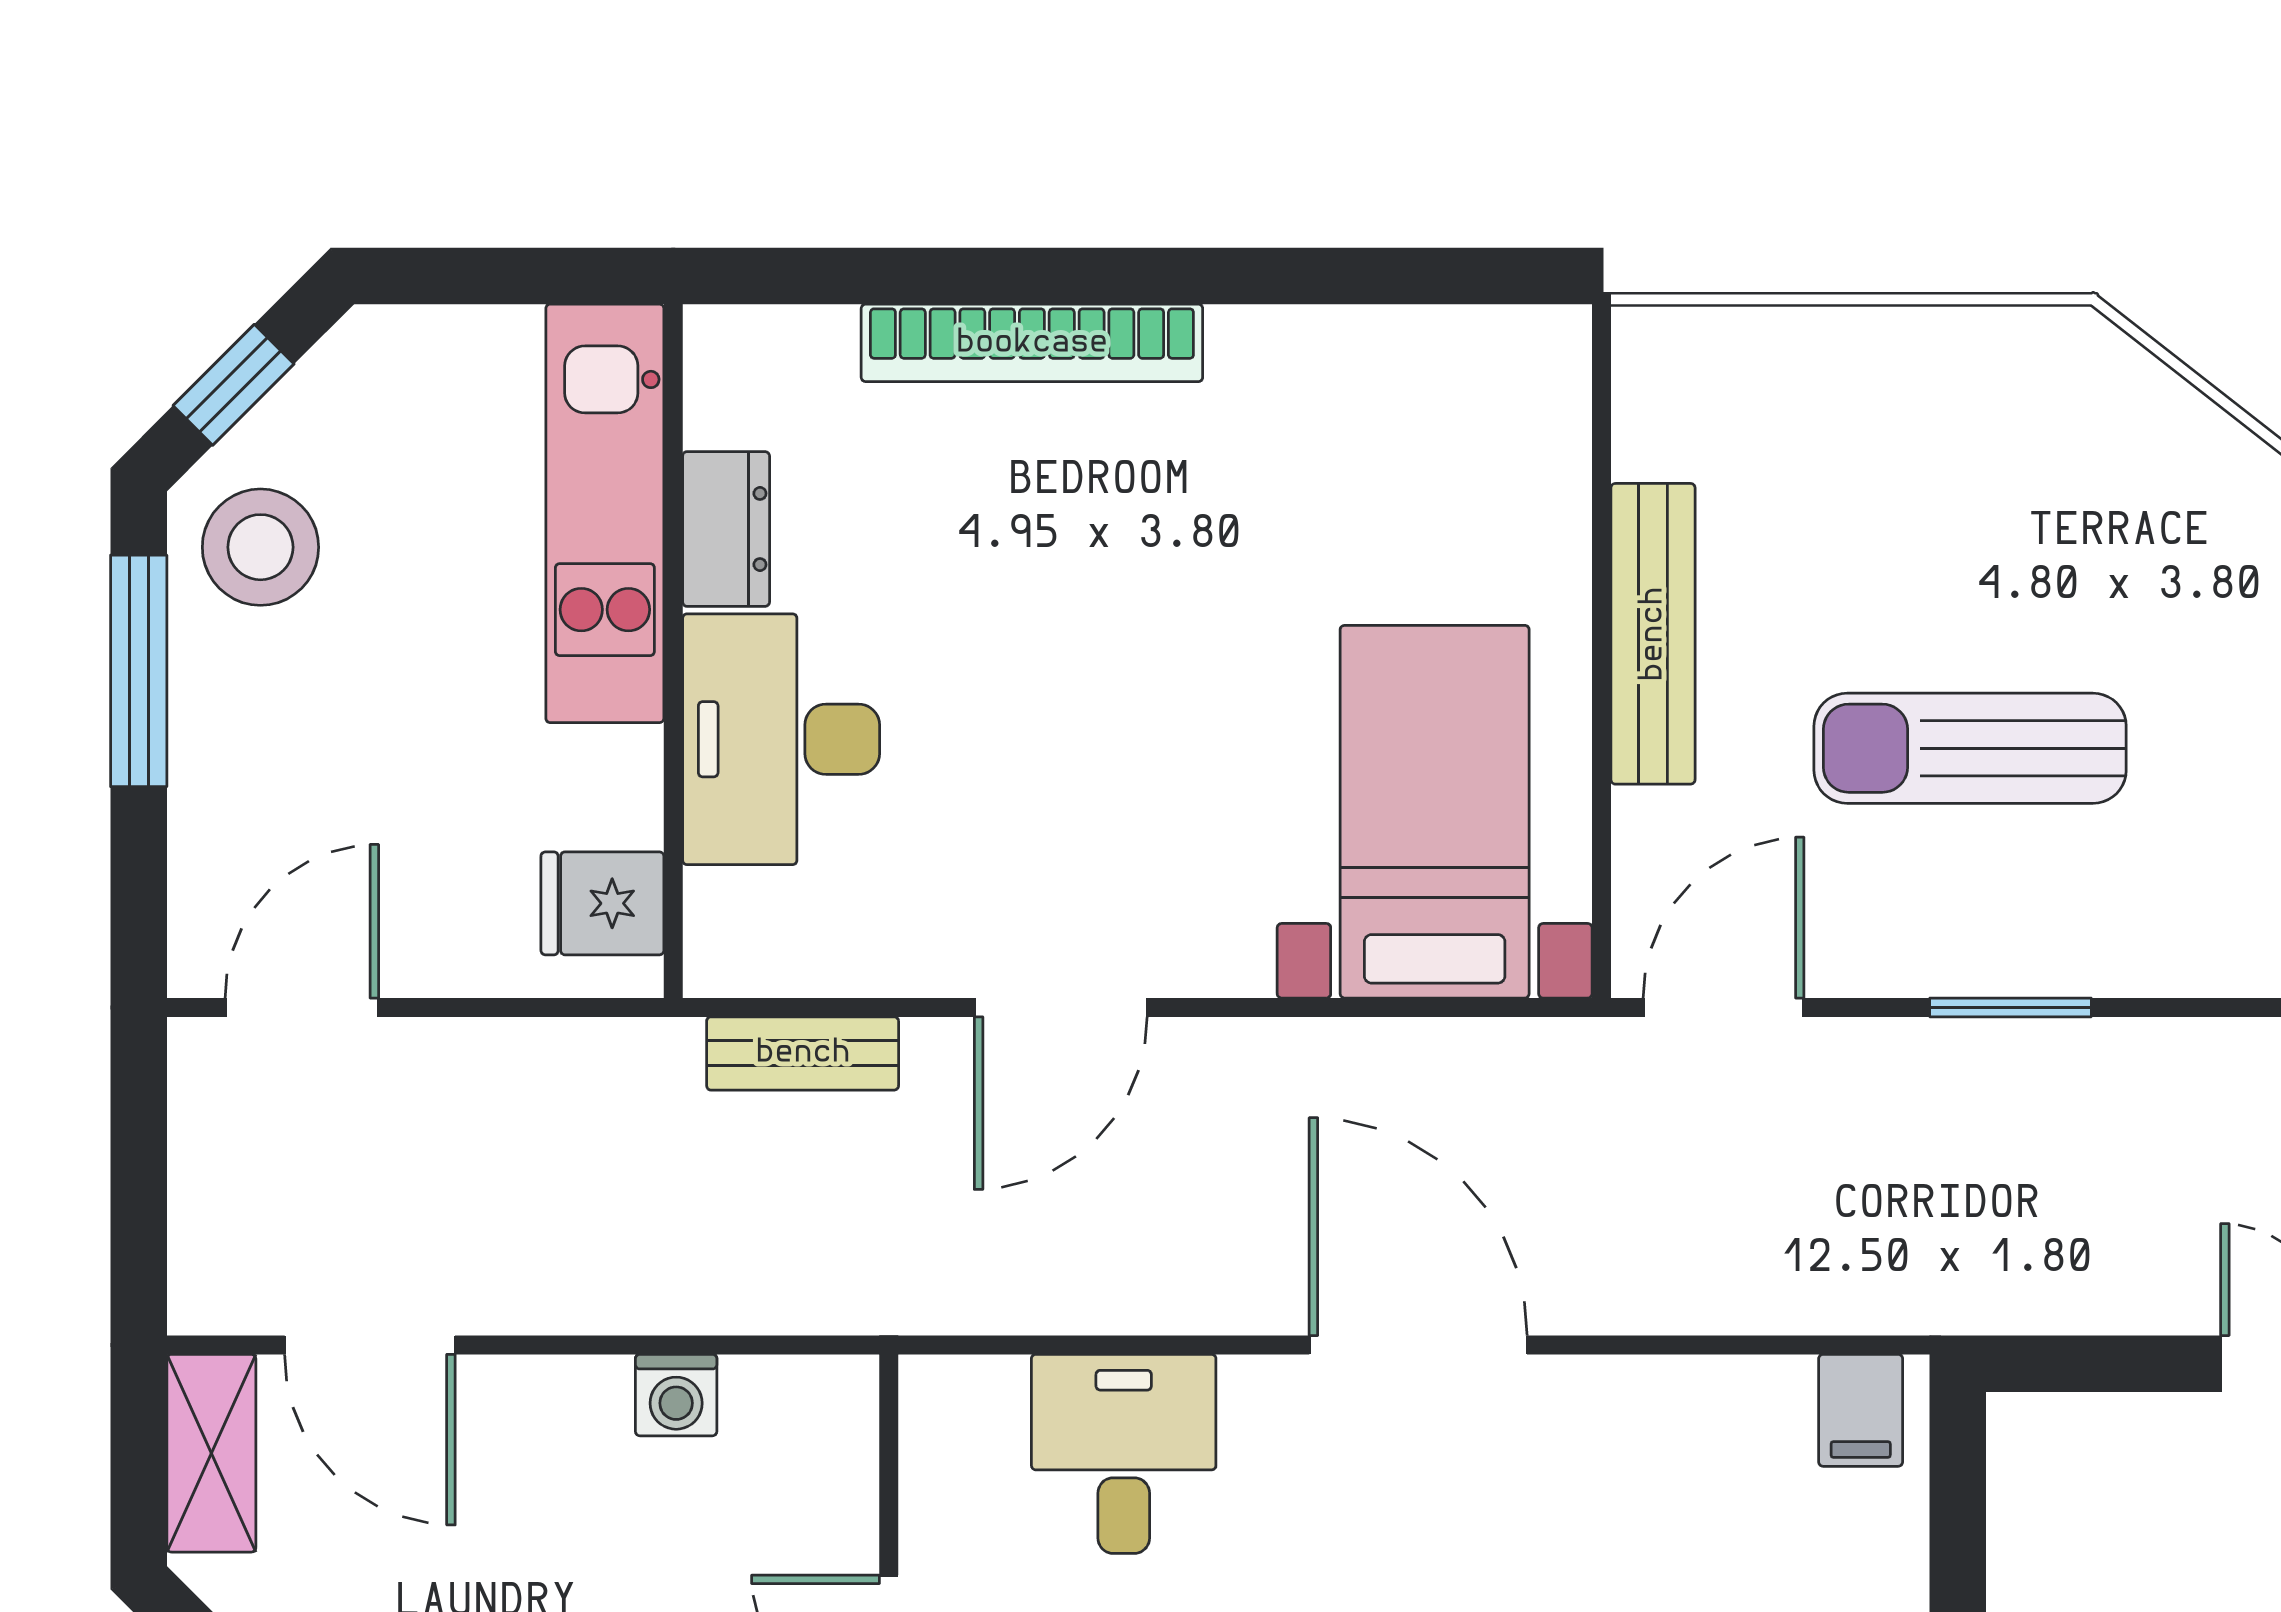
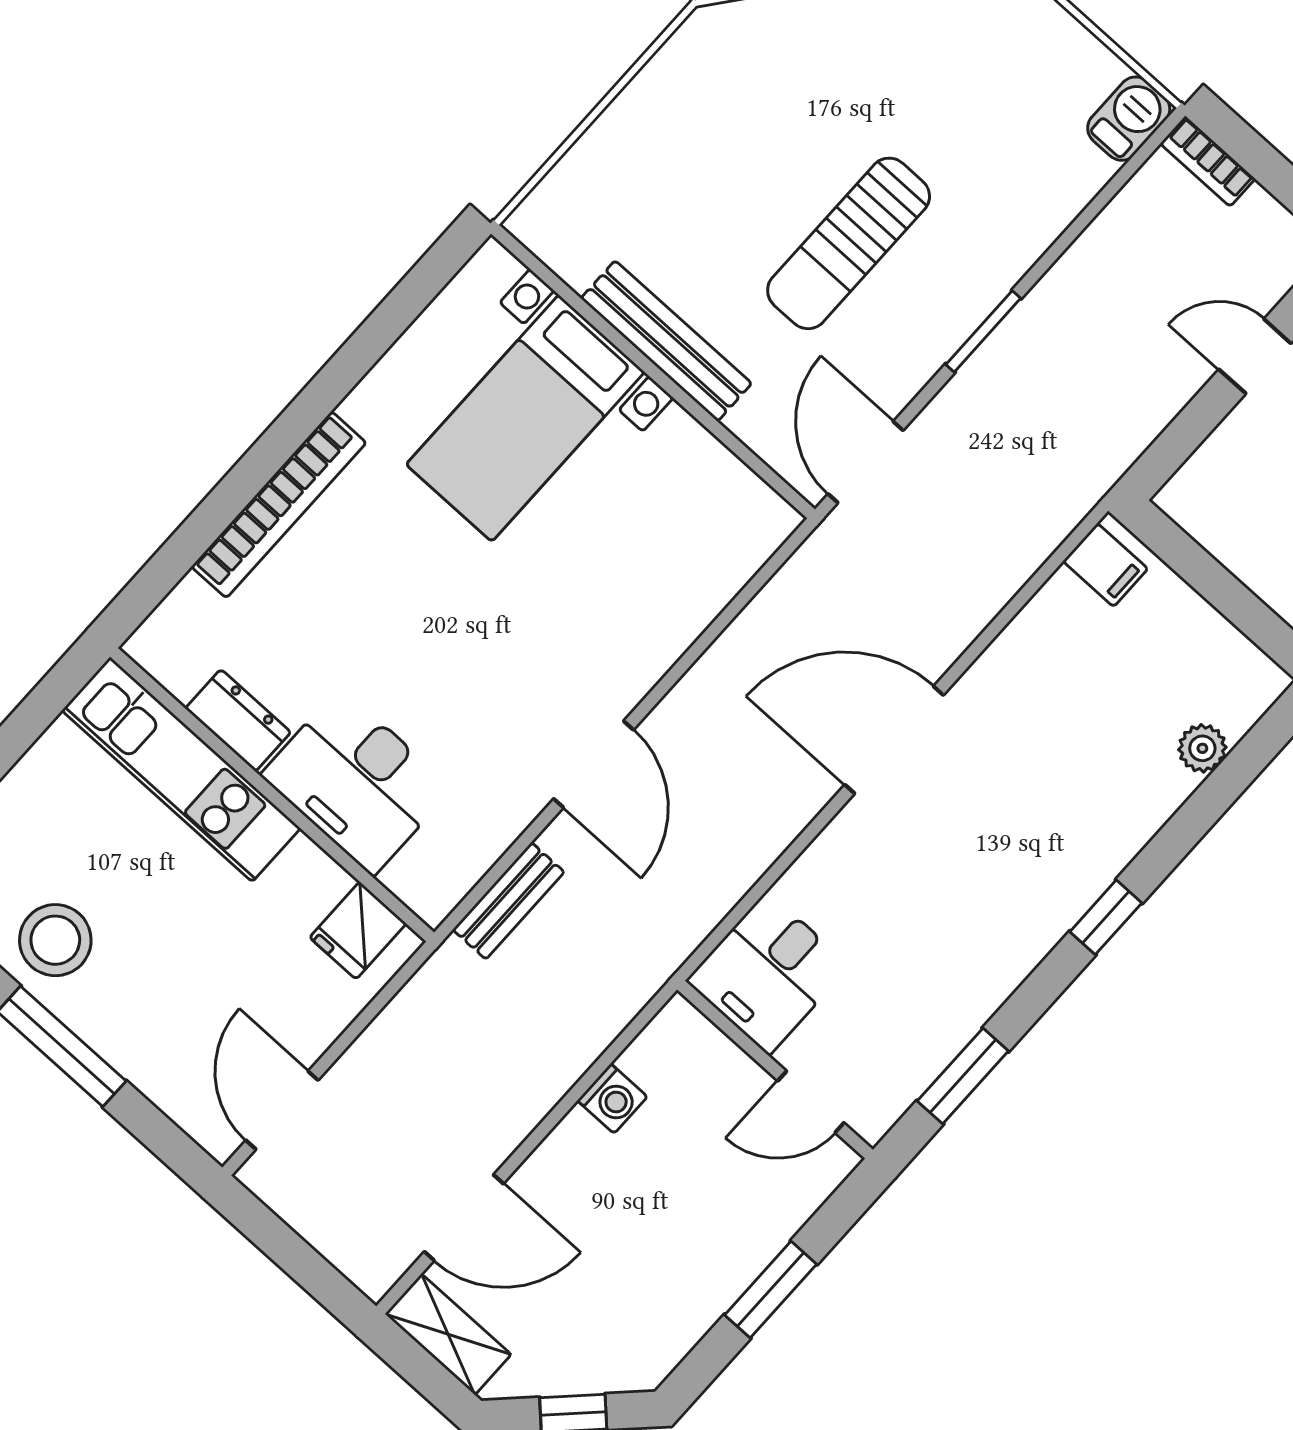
bed with nightstands: (1435, 812) -> (525, 418), moved, turned -90
desk: (1124, 1454) -> (768, 973), moved, turned -90

